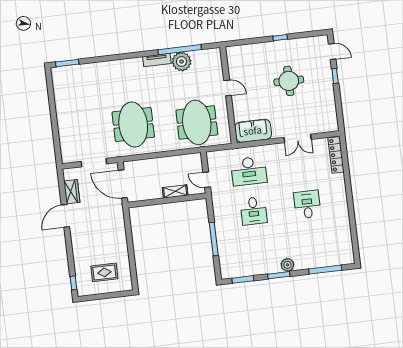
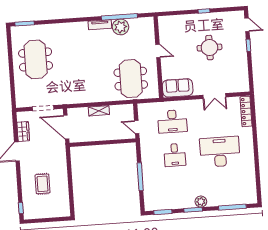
meeting table: (133, 125) -> (36, 59), moved
shelving: (175, 191) -> (99, 111), moved
desk: (307, 204) -> (220, 152), width x1.87, depth x1.30
rug: (104, 272) -> (43, 184), moved, turned 90

